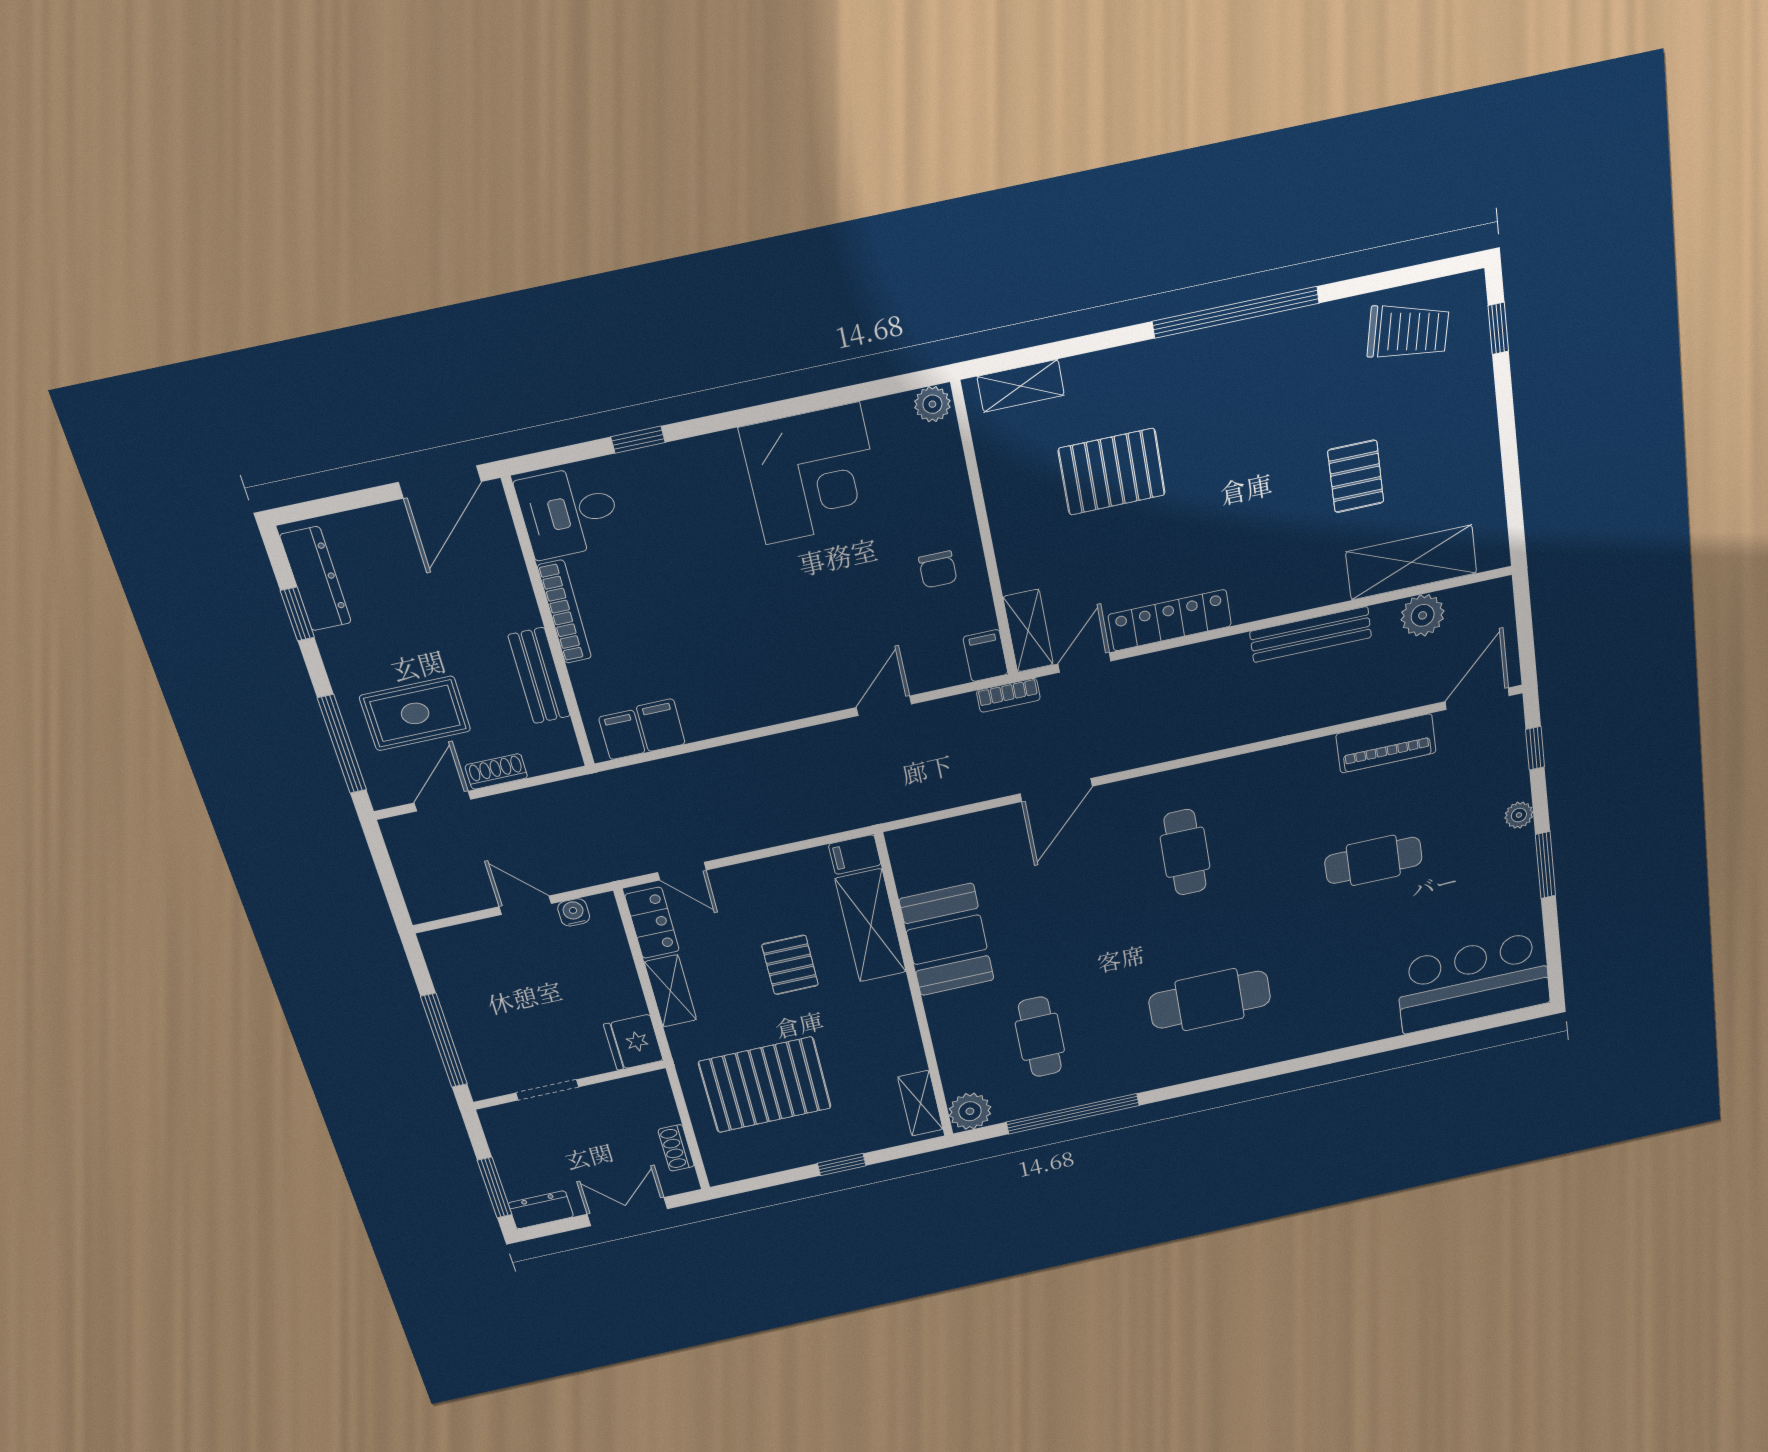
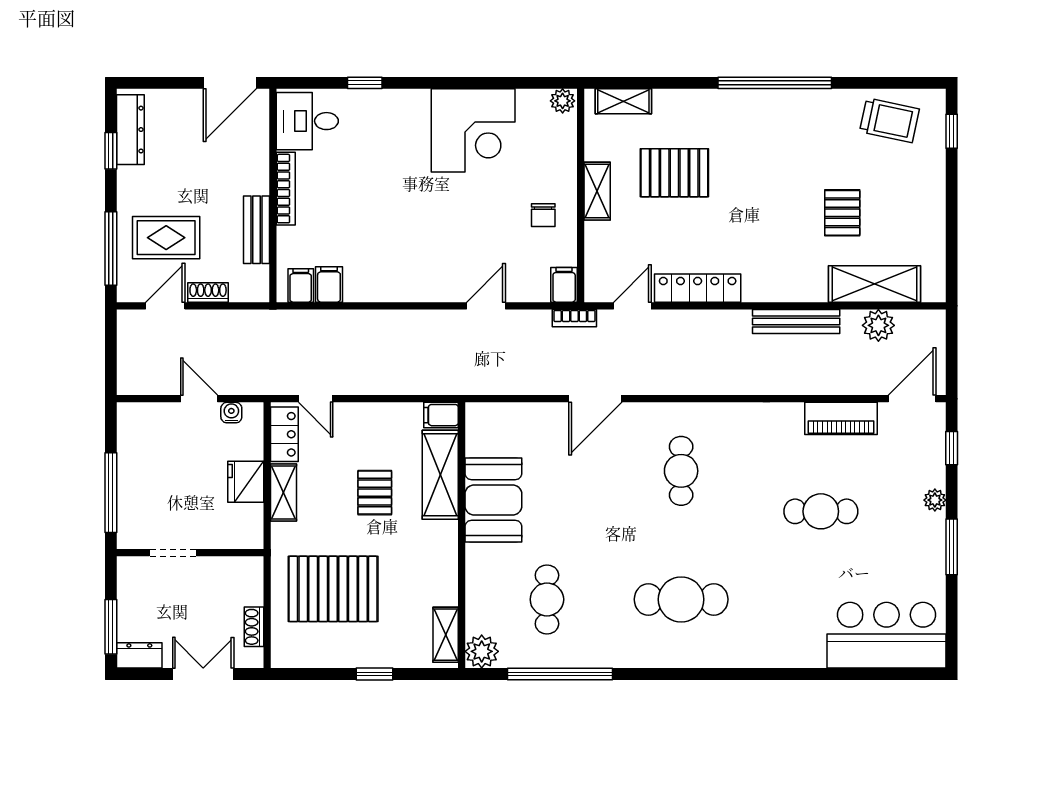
shelving: (1028, 631) -> (597, 191), moved
fridge: (633, 1042) -> (246, 482), moved

